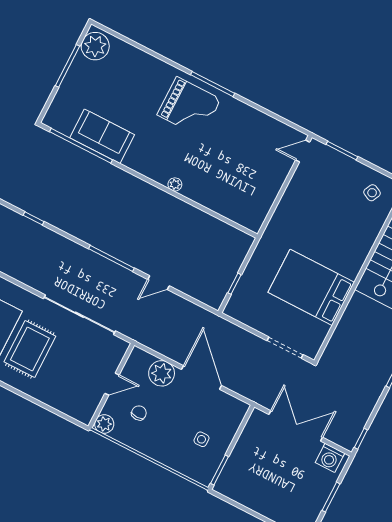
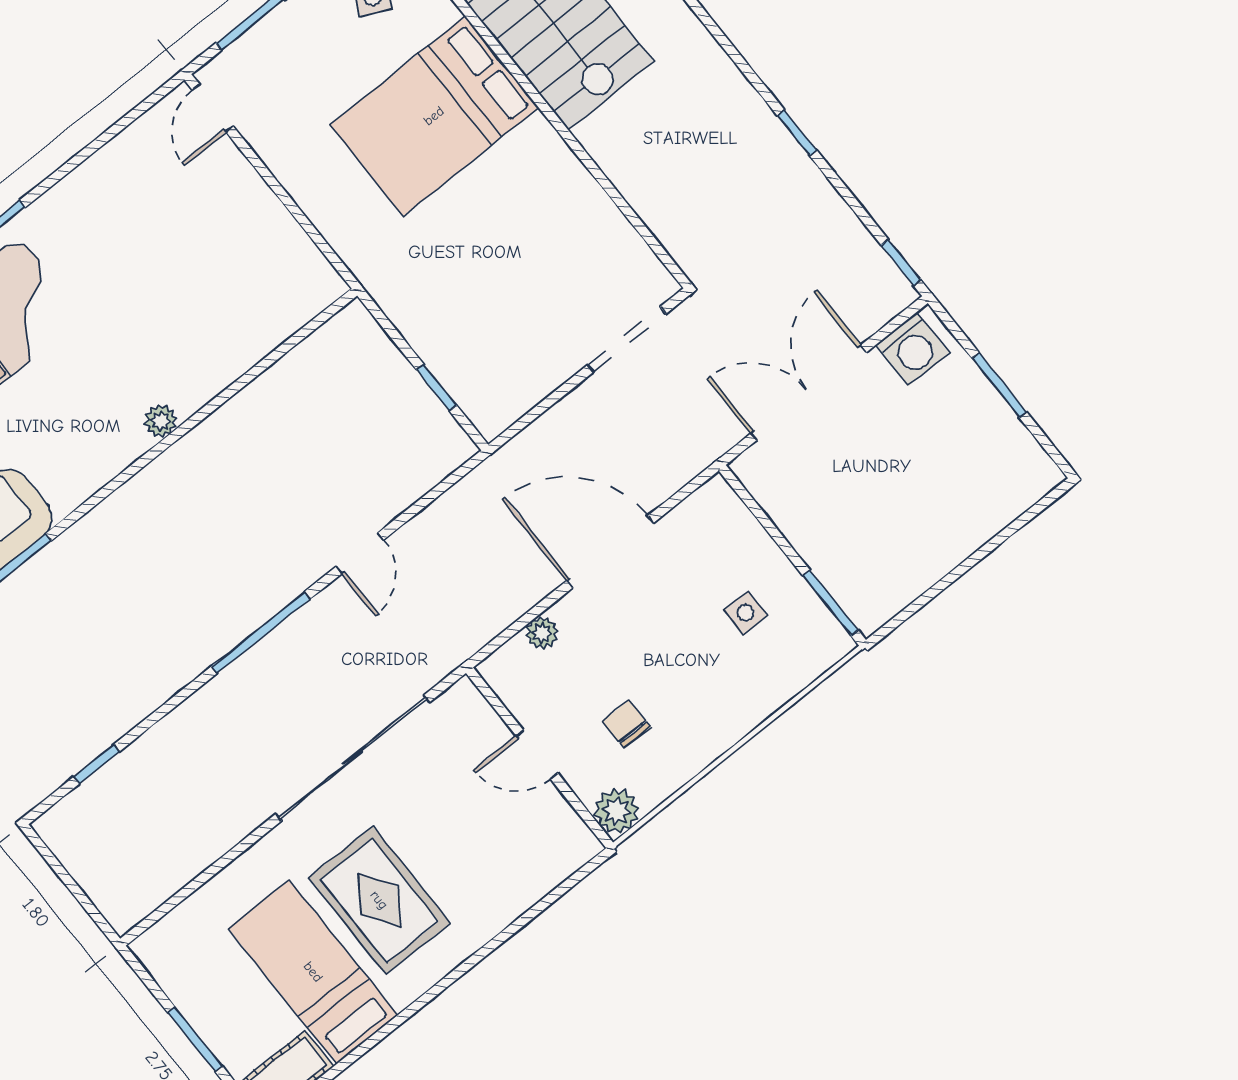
bed: (311, 287) -> (434, 116), moved
plant: (162, 373) -> (542, 633), width x0.53, depth x0.53
door: (112, 384) -> (537, 755), swing flipped

